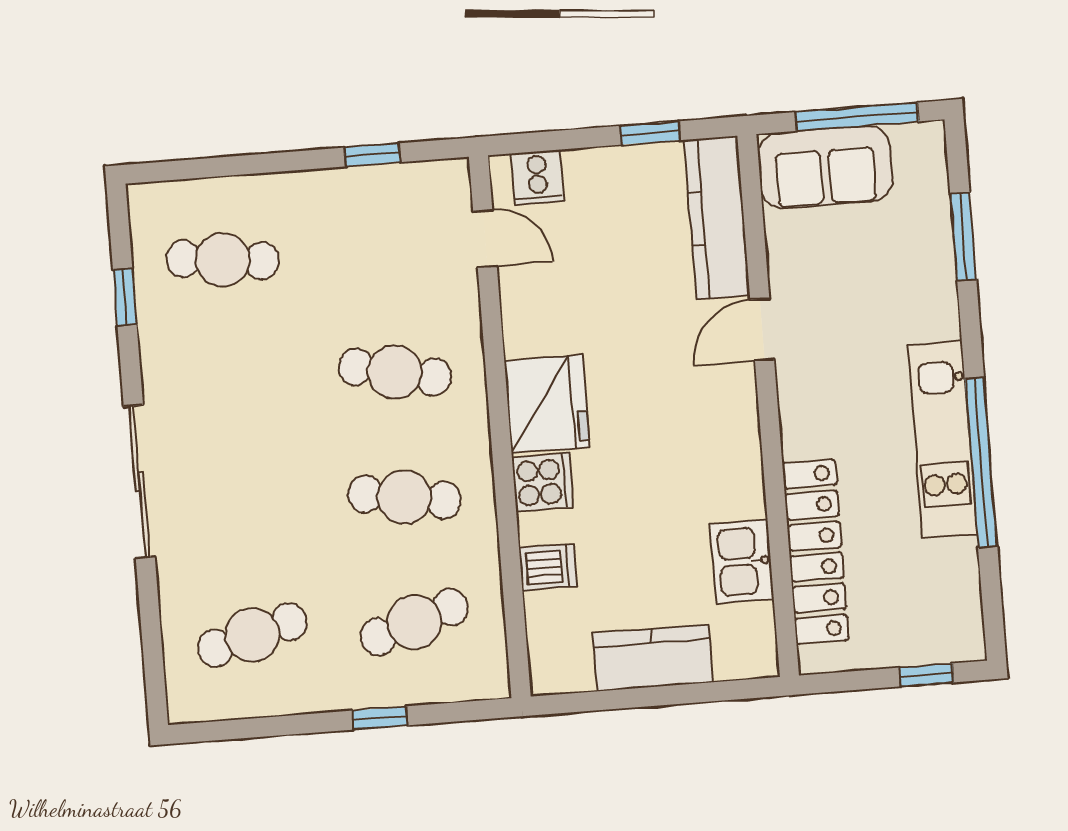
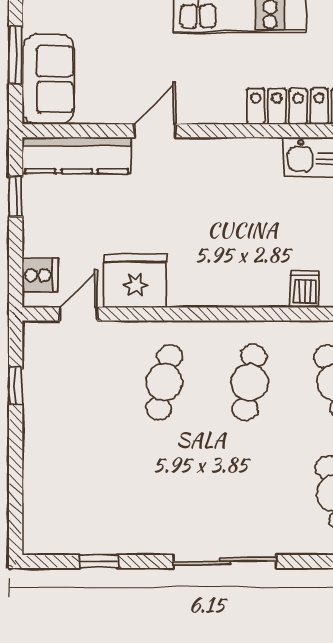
window: (857, 117) -> (16, 55), width x0.69
cafe table: (223, 260) -> (79, 493), removed
door: (762, 330) -> (155, 131), swing flipped
fridge: (547, 404) -> (135, 281), moved
cooker: (543, 482) -> (247, 288), removed

